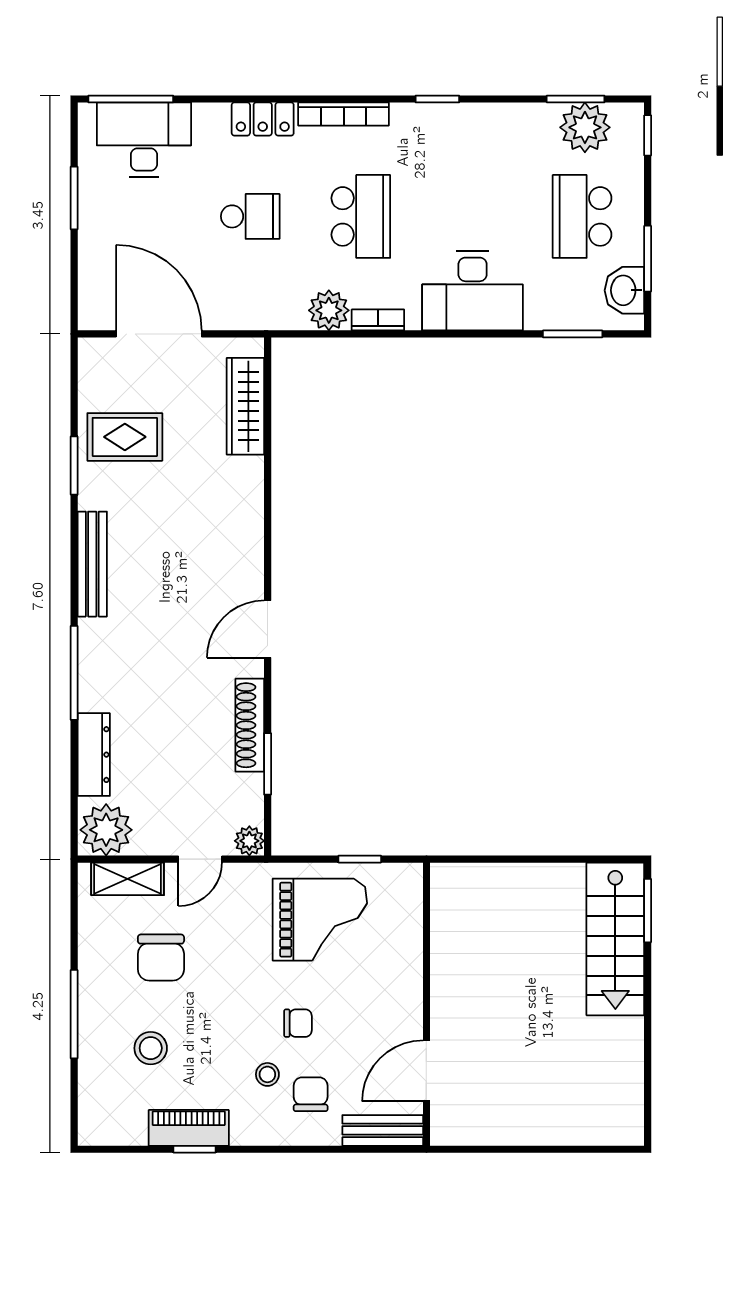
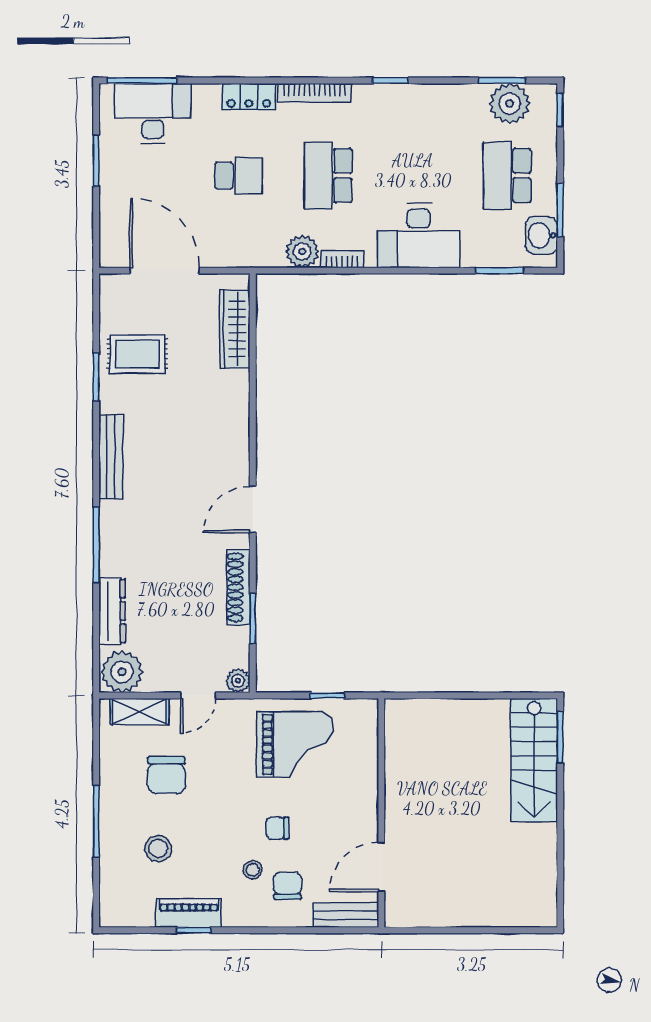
school desk: (361, 216) -> (328, 176), turned 180
chair: (298, 1023) -> (277, 828), turned 180

